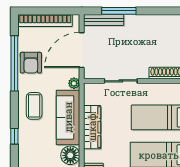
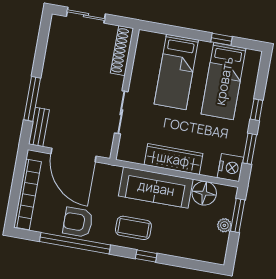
bench: (104, 20) -> (39, 127), width x0.73
armchair: (31, 63) -> (78, 222), turned 180
plant: (74, 83) -> (114, 172), removed
window: (14, 136) -> (146, 256), moved

